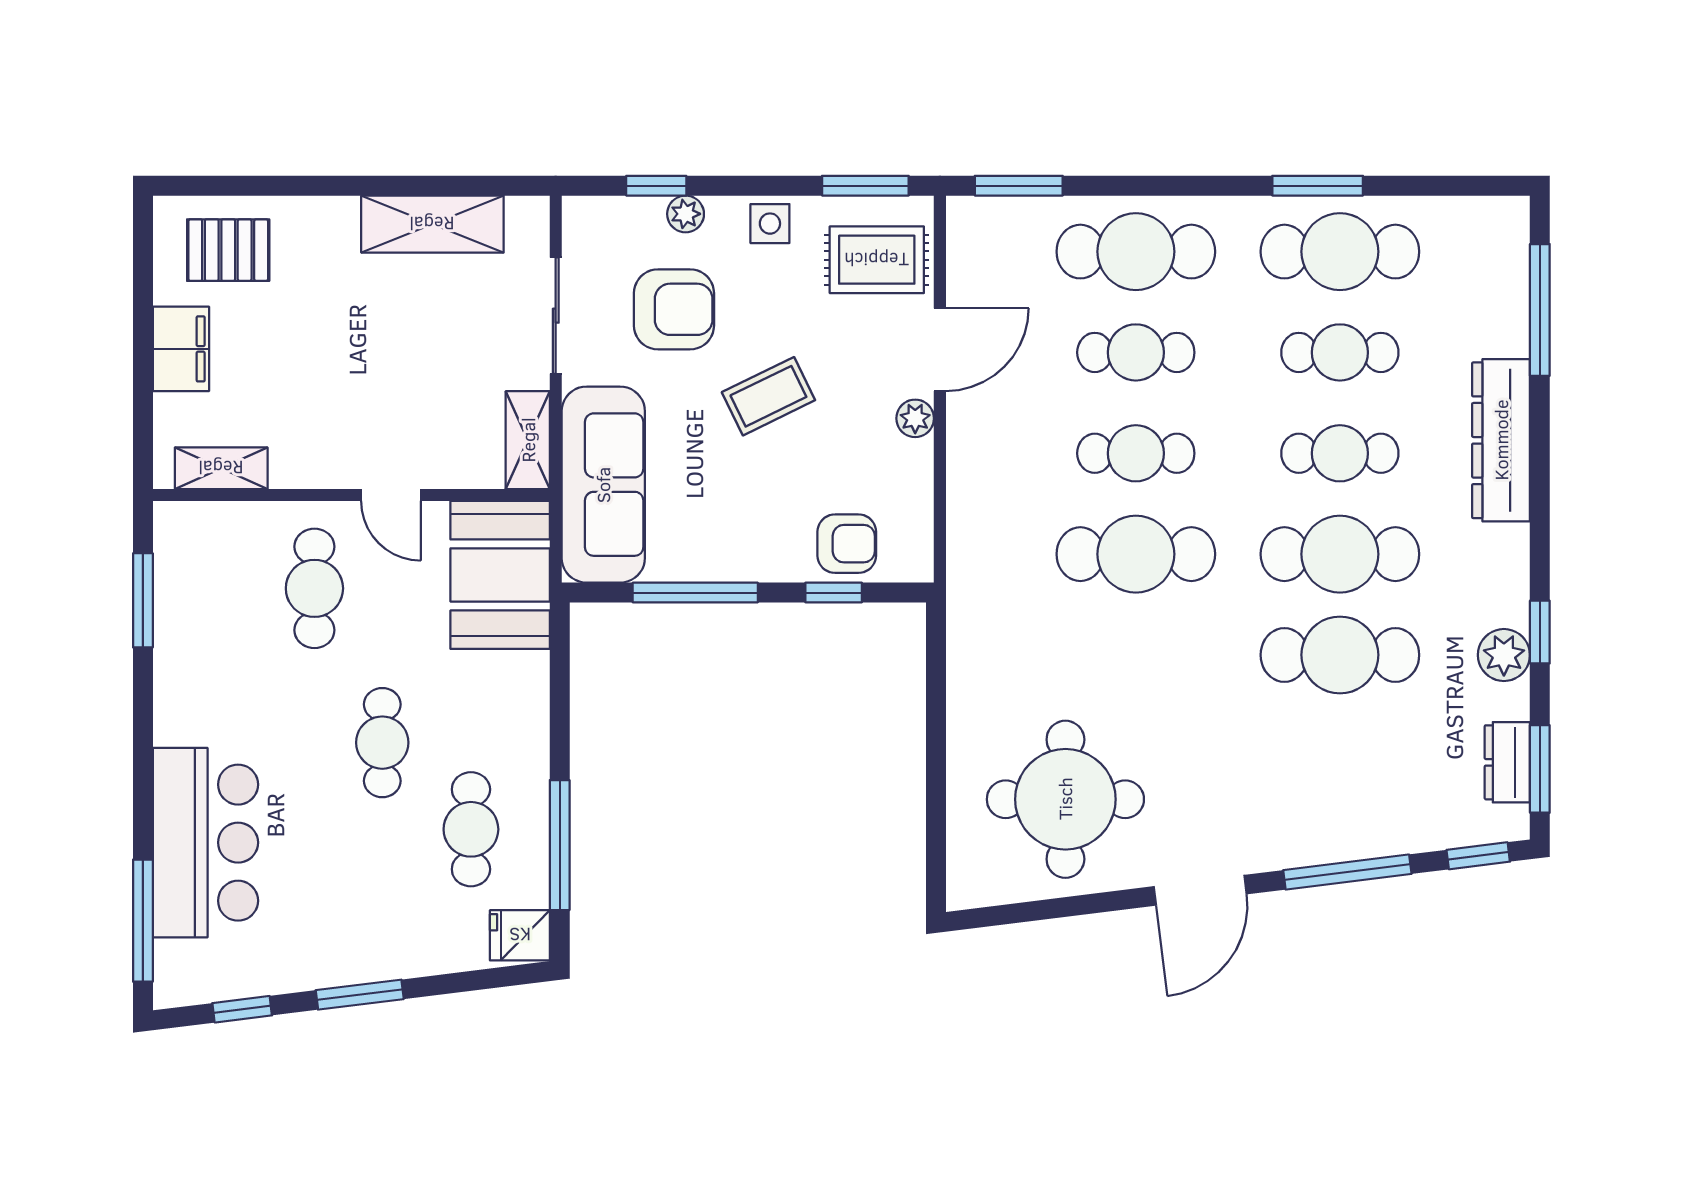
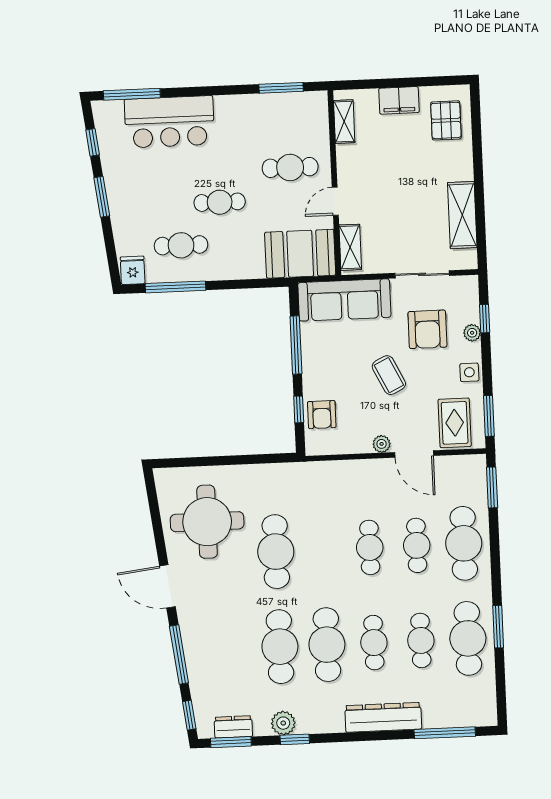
shelving: (528, 440) -> (350, 247), moved, turned 90
cafe table: (1136, 554) -> (276, 552), moved

